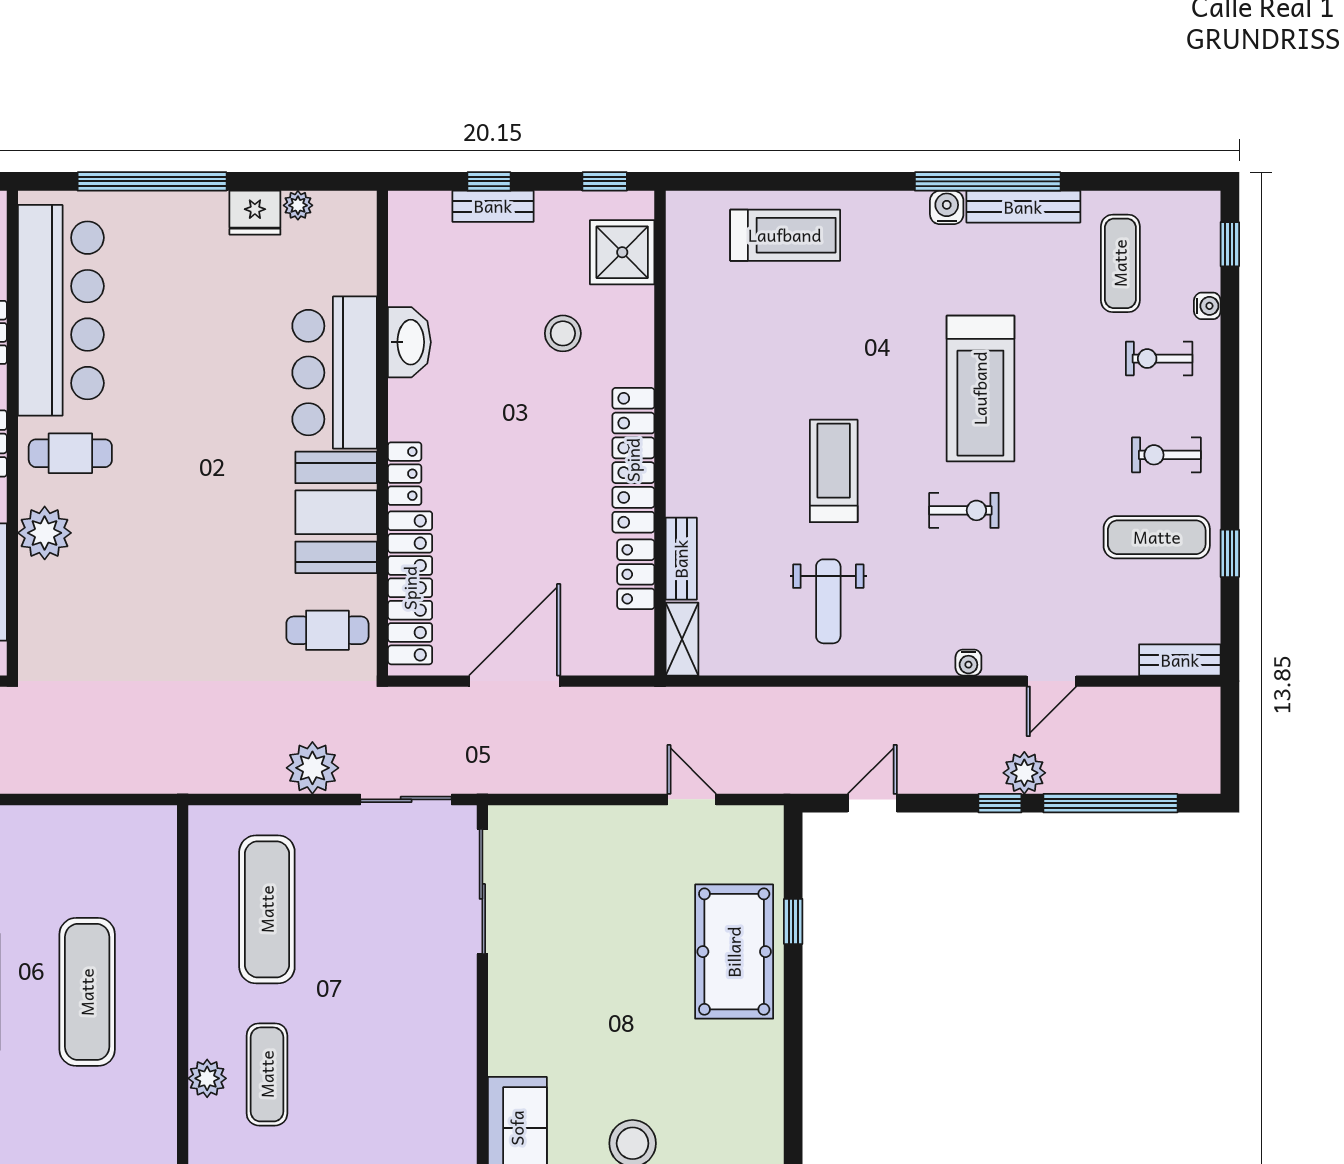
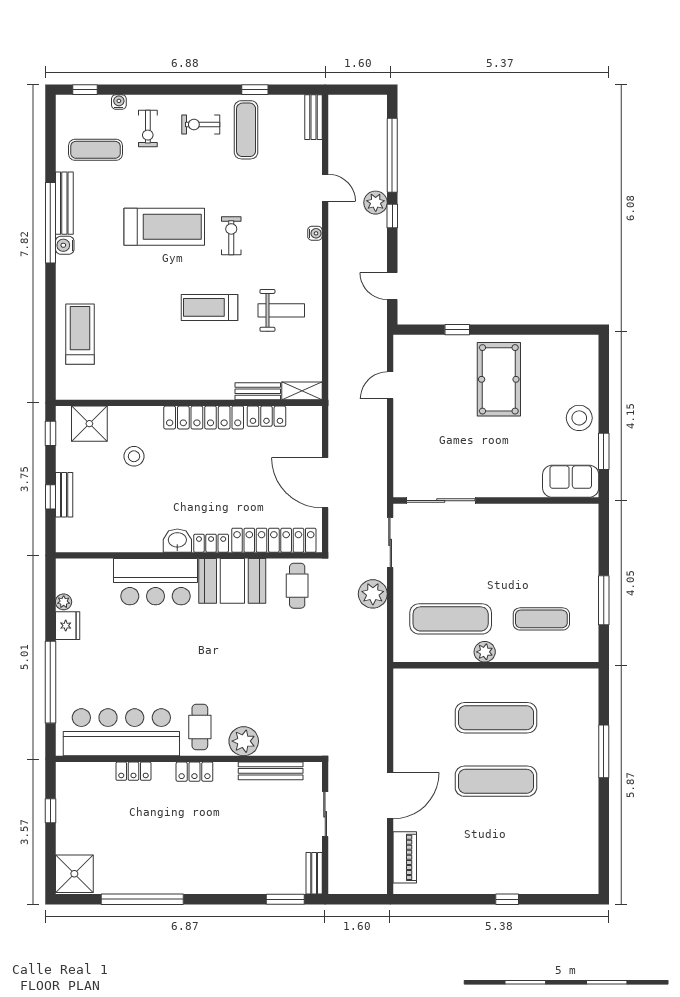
washbasin: (409, 342) -> (177, 541), moved, width x0.72
exercise bike: (1166, 455) -> (201, 125), turned 90
pool table: (734, 952) -> (499, 379), moved, turned 90
plant: (207, 1078) -> (485, 652), moved

